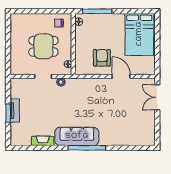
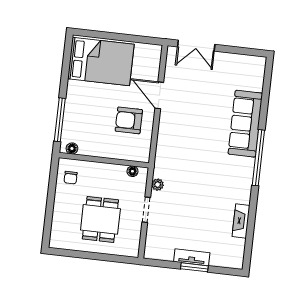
dining table: (43, 46) -> (100, 219), moved
door: (121, 76) -> (159, 95), hinge flipped
sofa: (77, 136) -> (245, 124), moved

